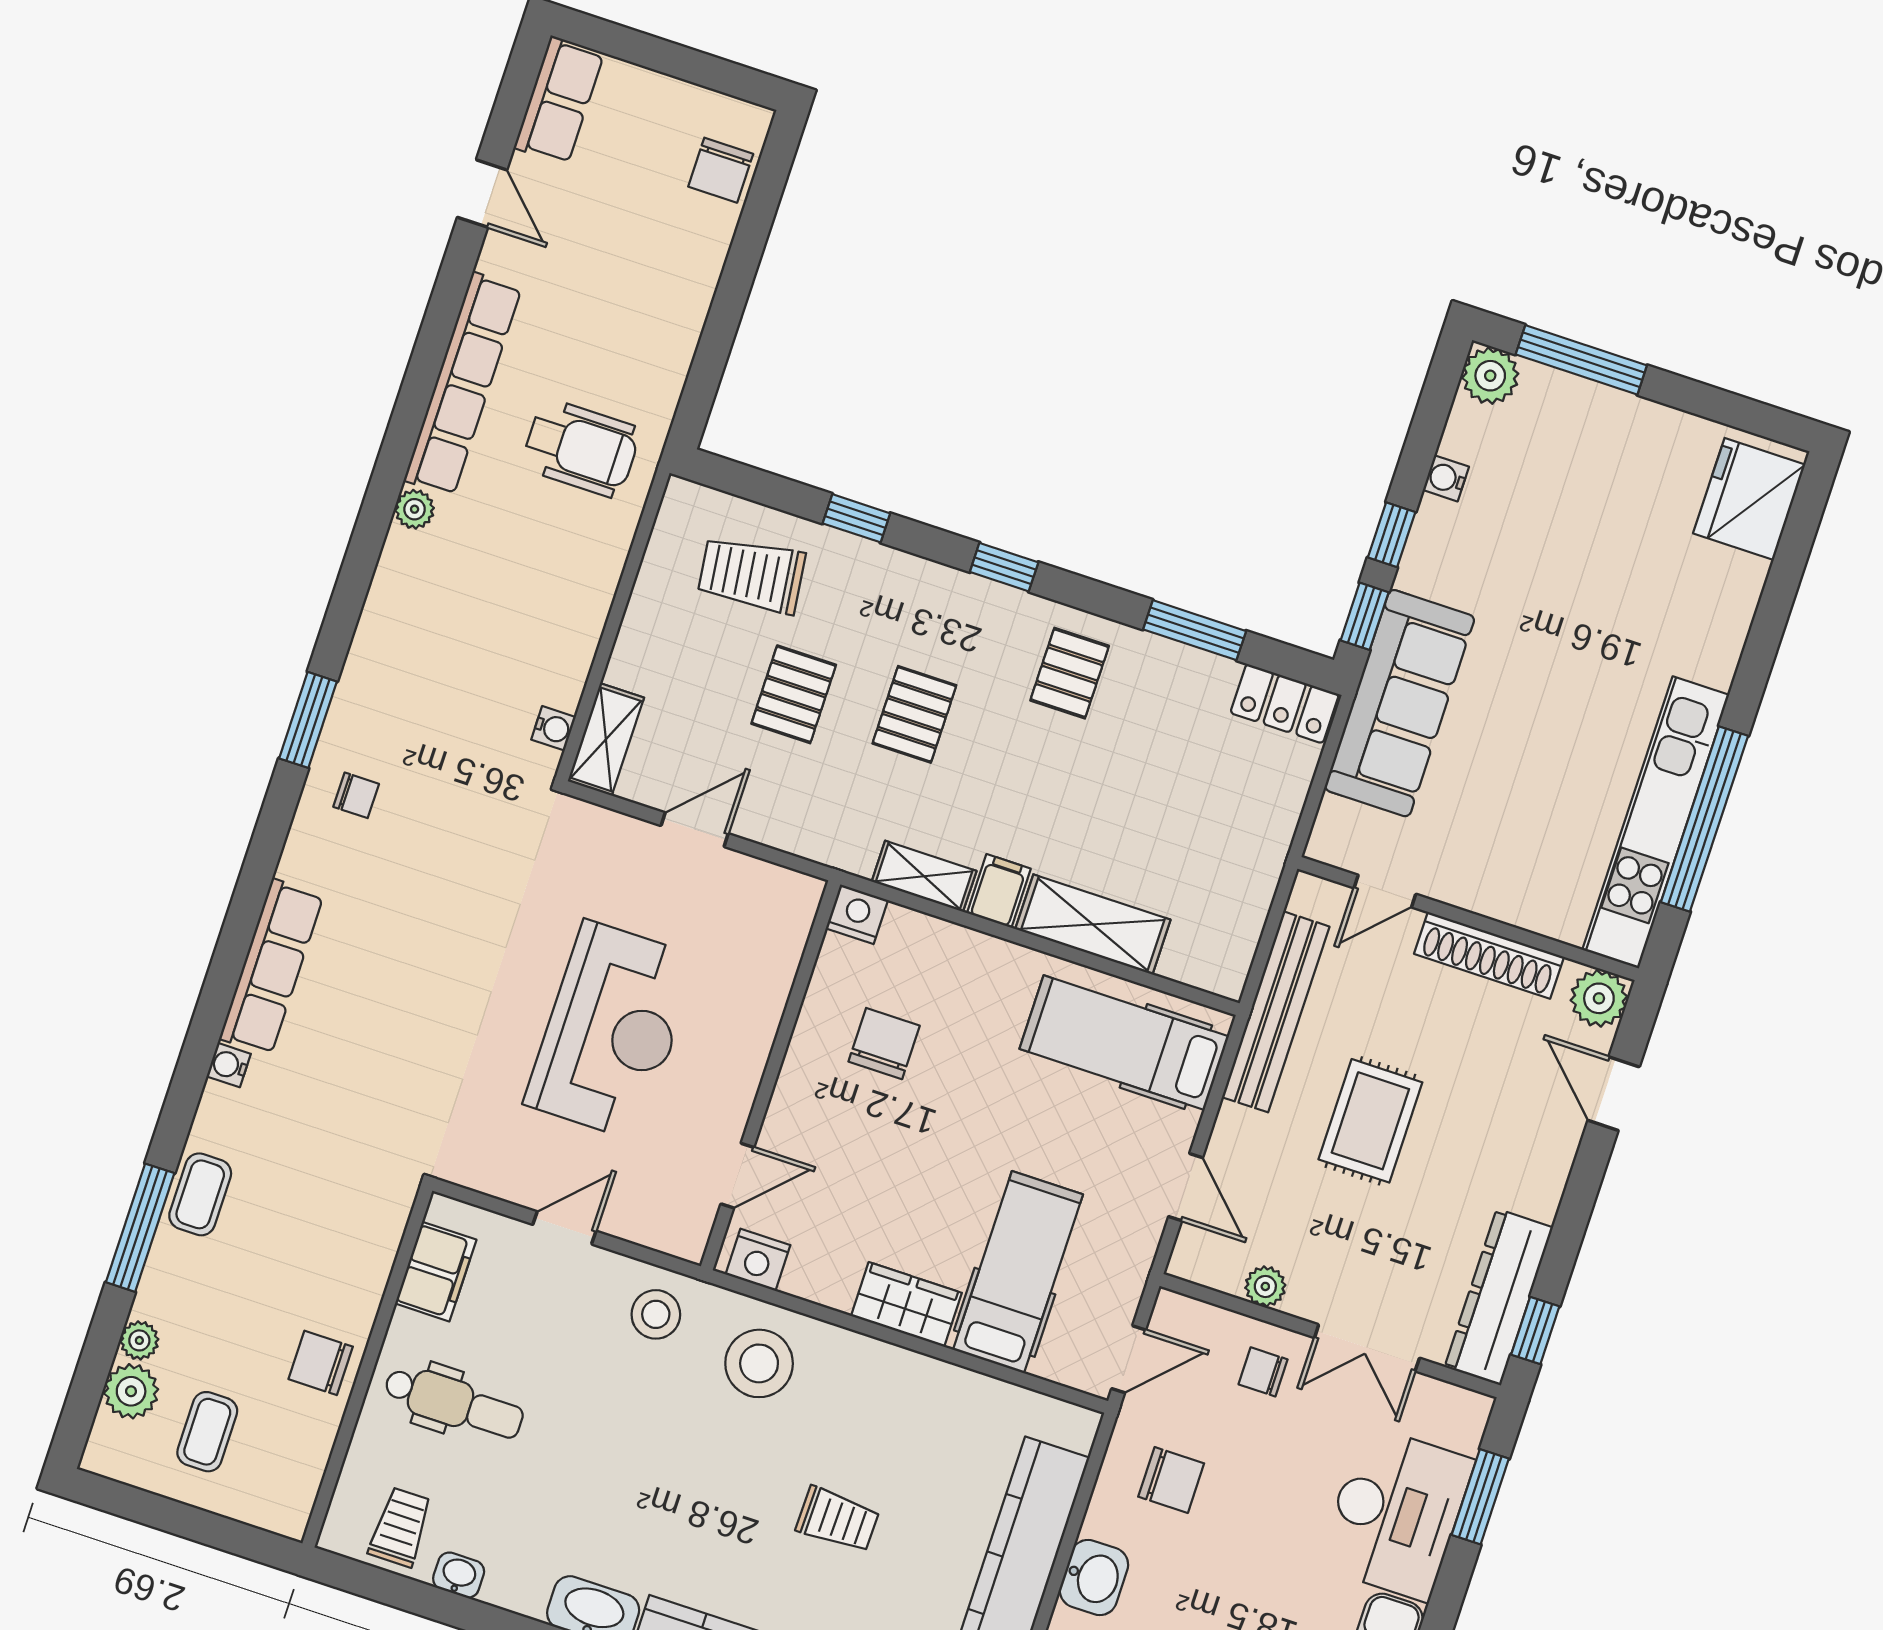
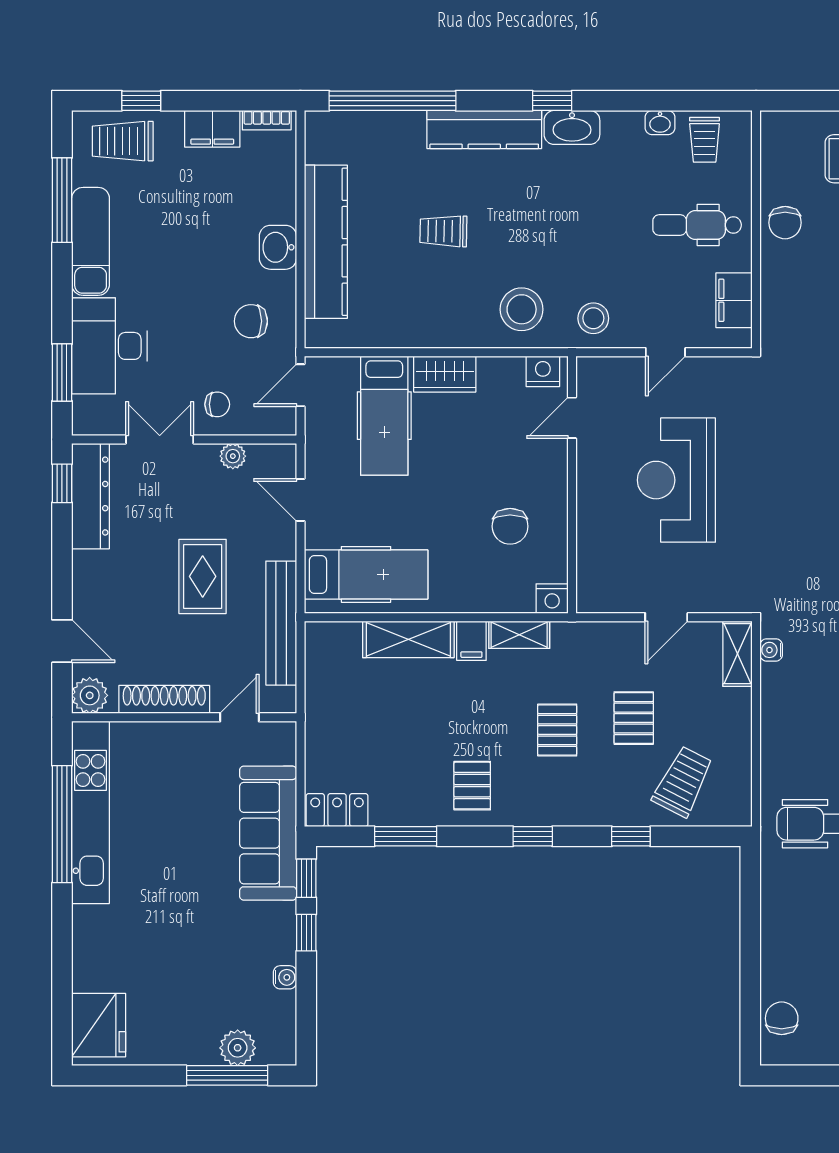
plant: (1490, 376) -> (238, 1048), moved
trolley: (752, 575) -> (683, 782), turned -56
chair: (321, 1363) -> (785, 223), turned 90

